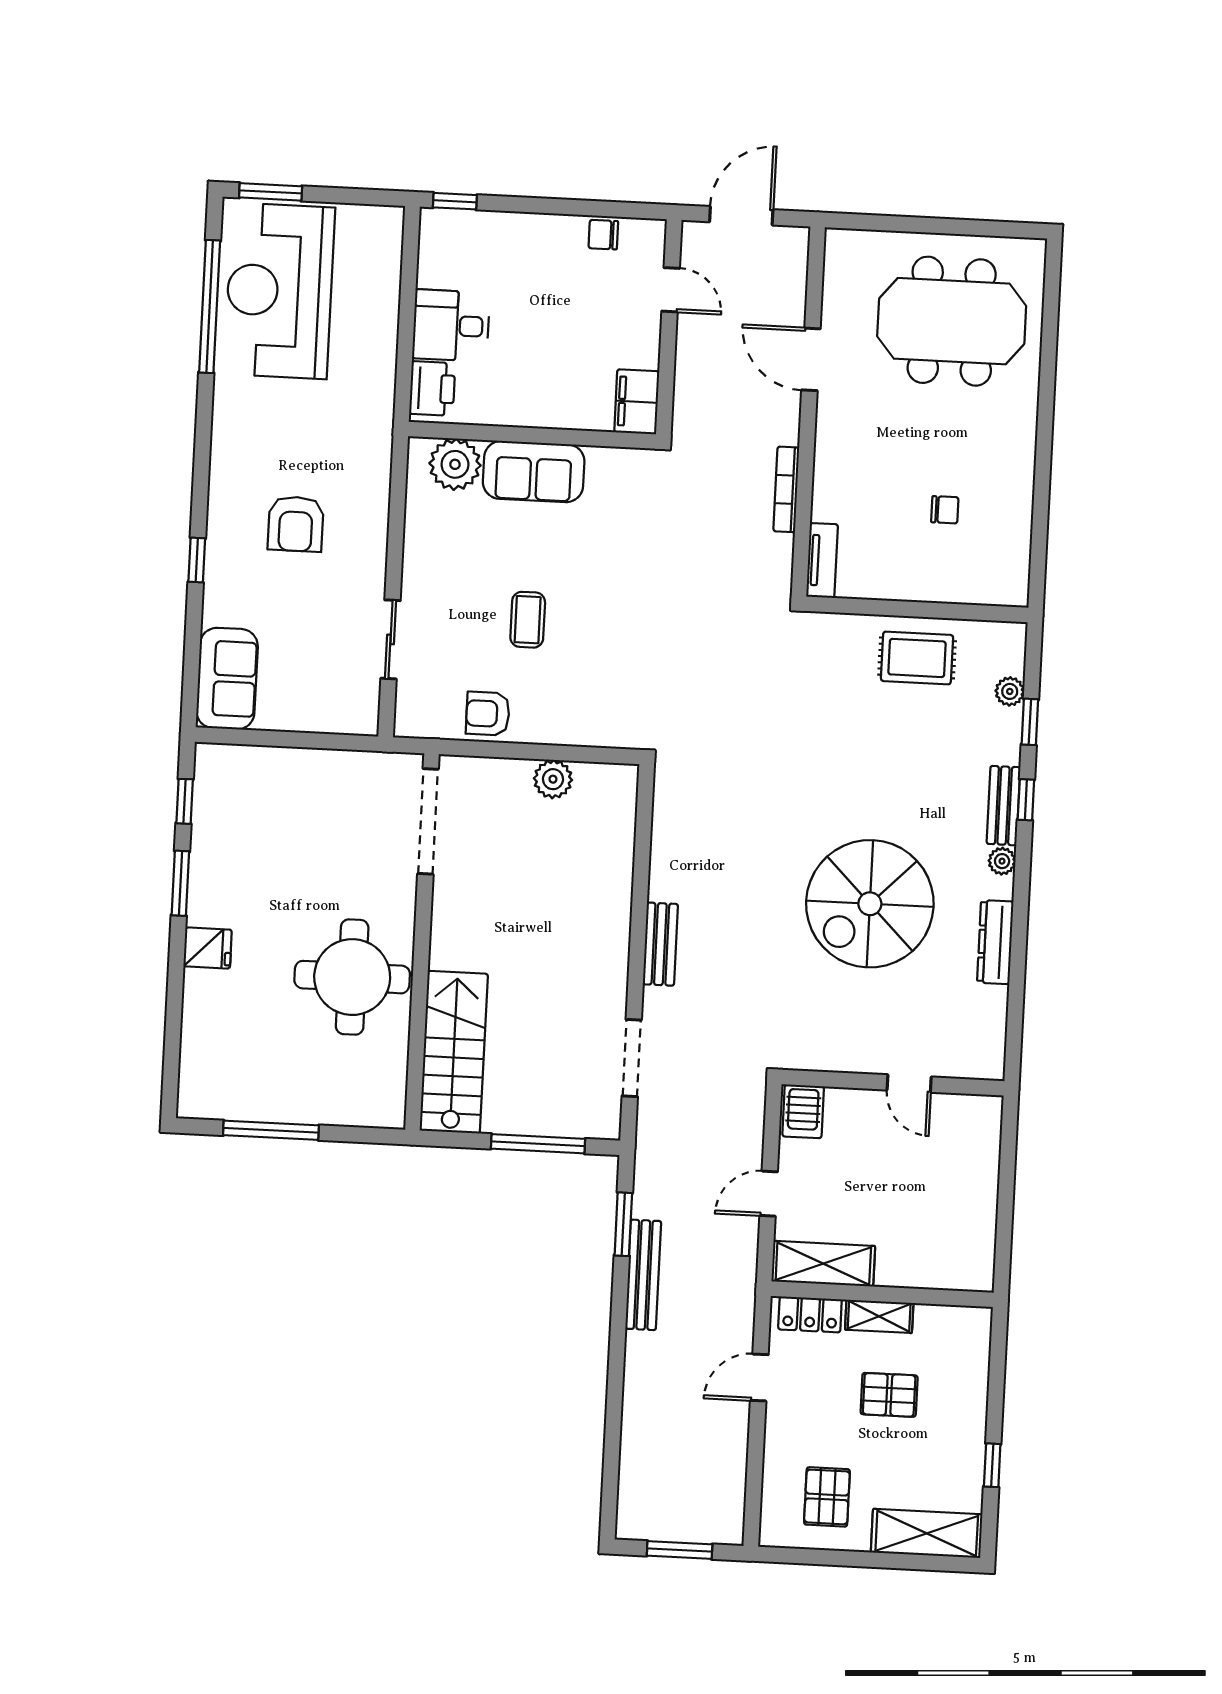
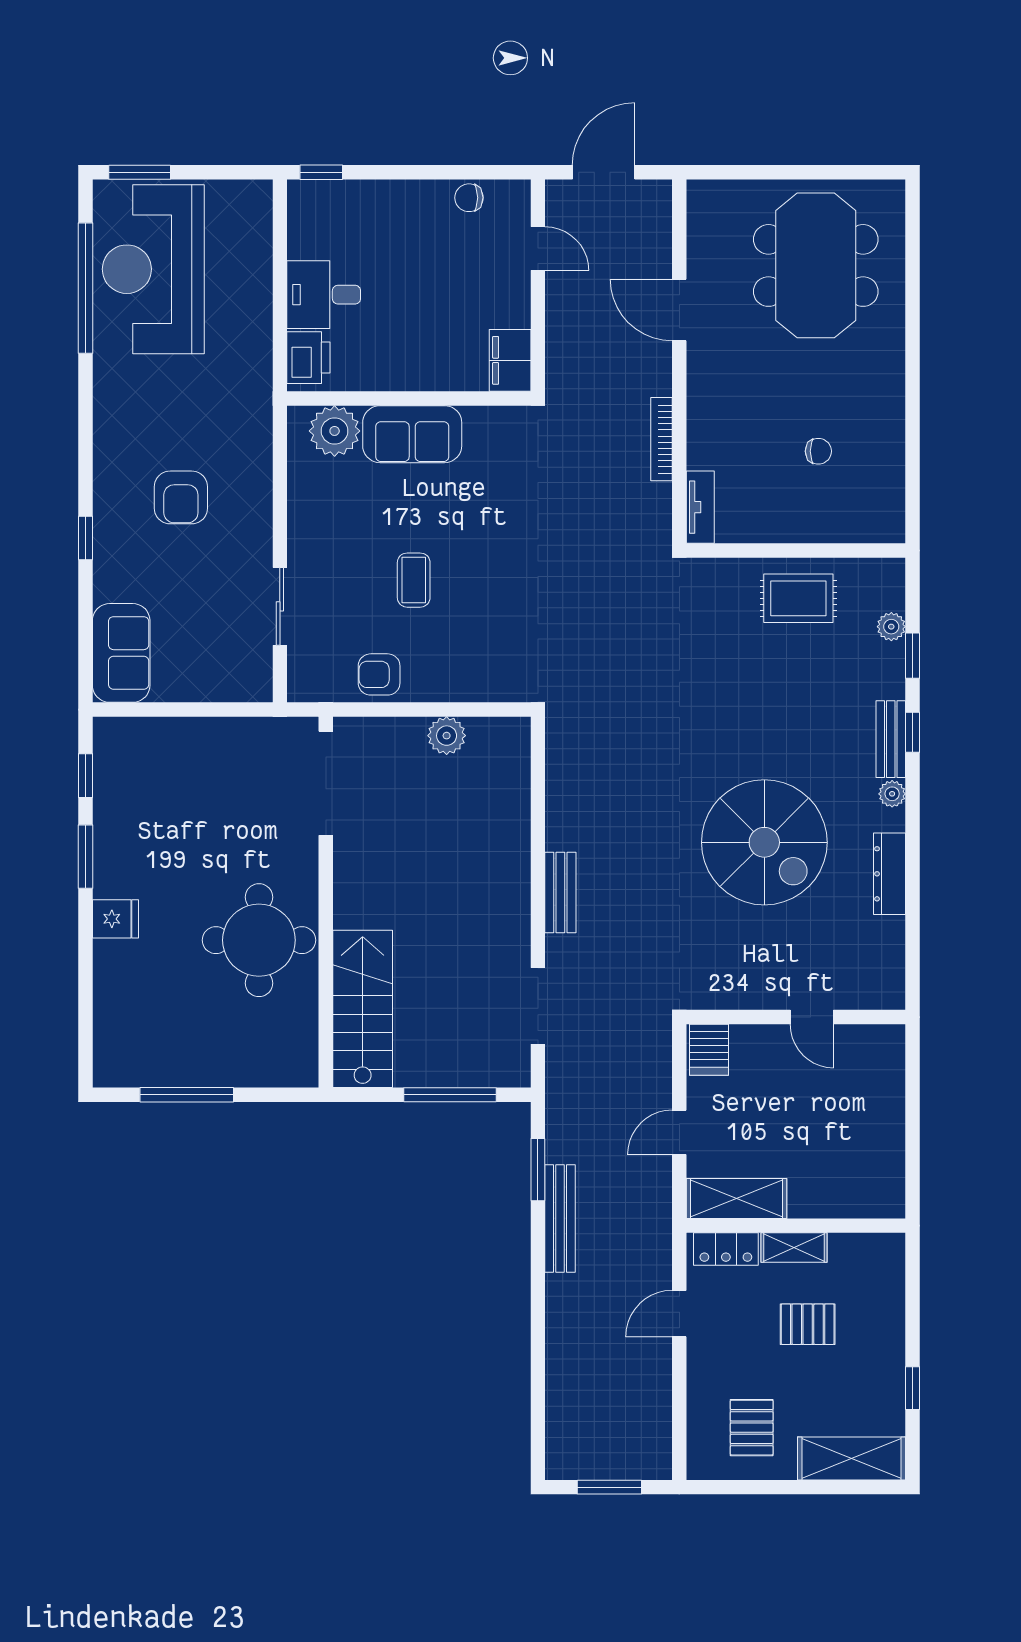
meeting table: (952, 321) -> (816, 265), turned 90
spiral stairs: (870, 904) -> (764, 842), turned -90

